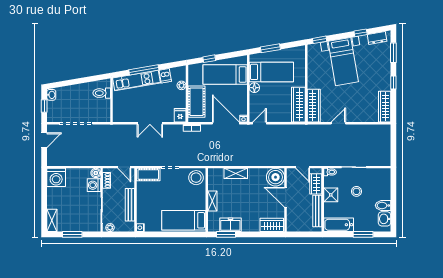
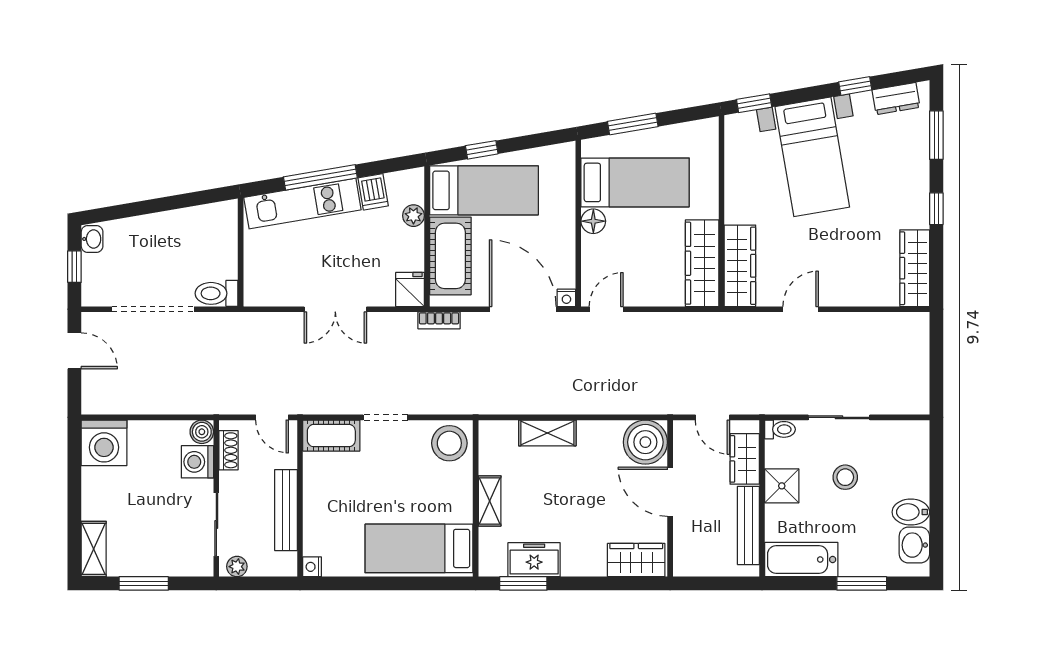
bed: (225, 74) -> (484, 190), moved, turned 180
toilet: (102, 93) -> (217, 293), moved
door: (44, 140) -> (74, 351), hinge flipped

